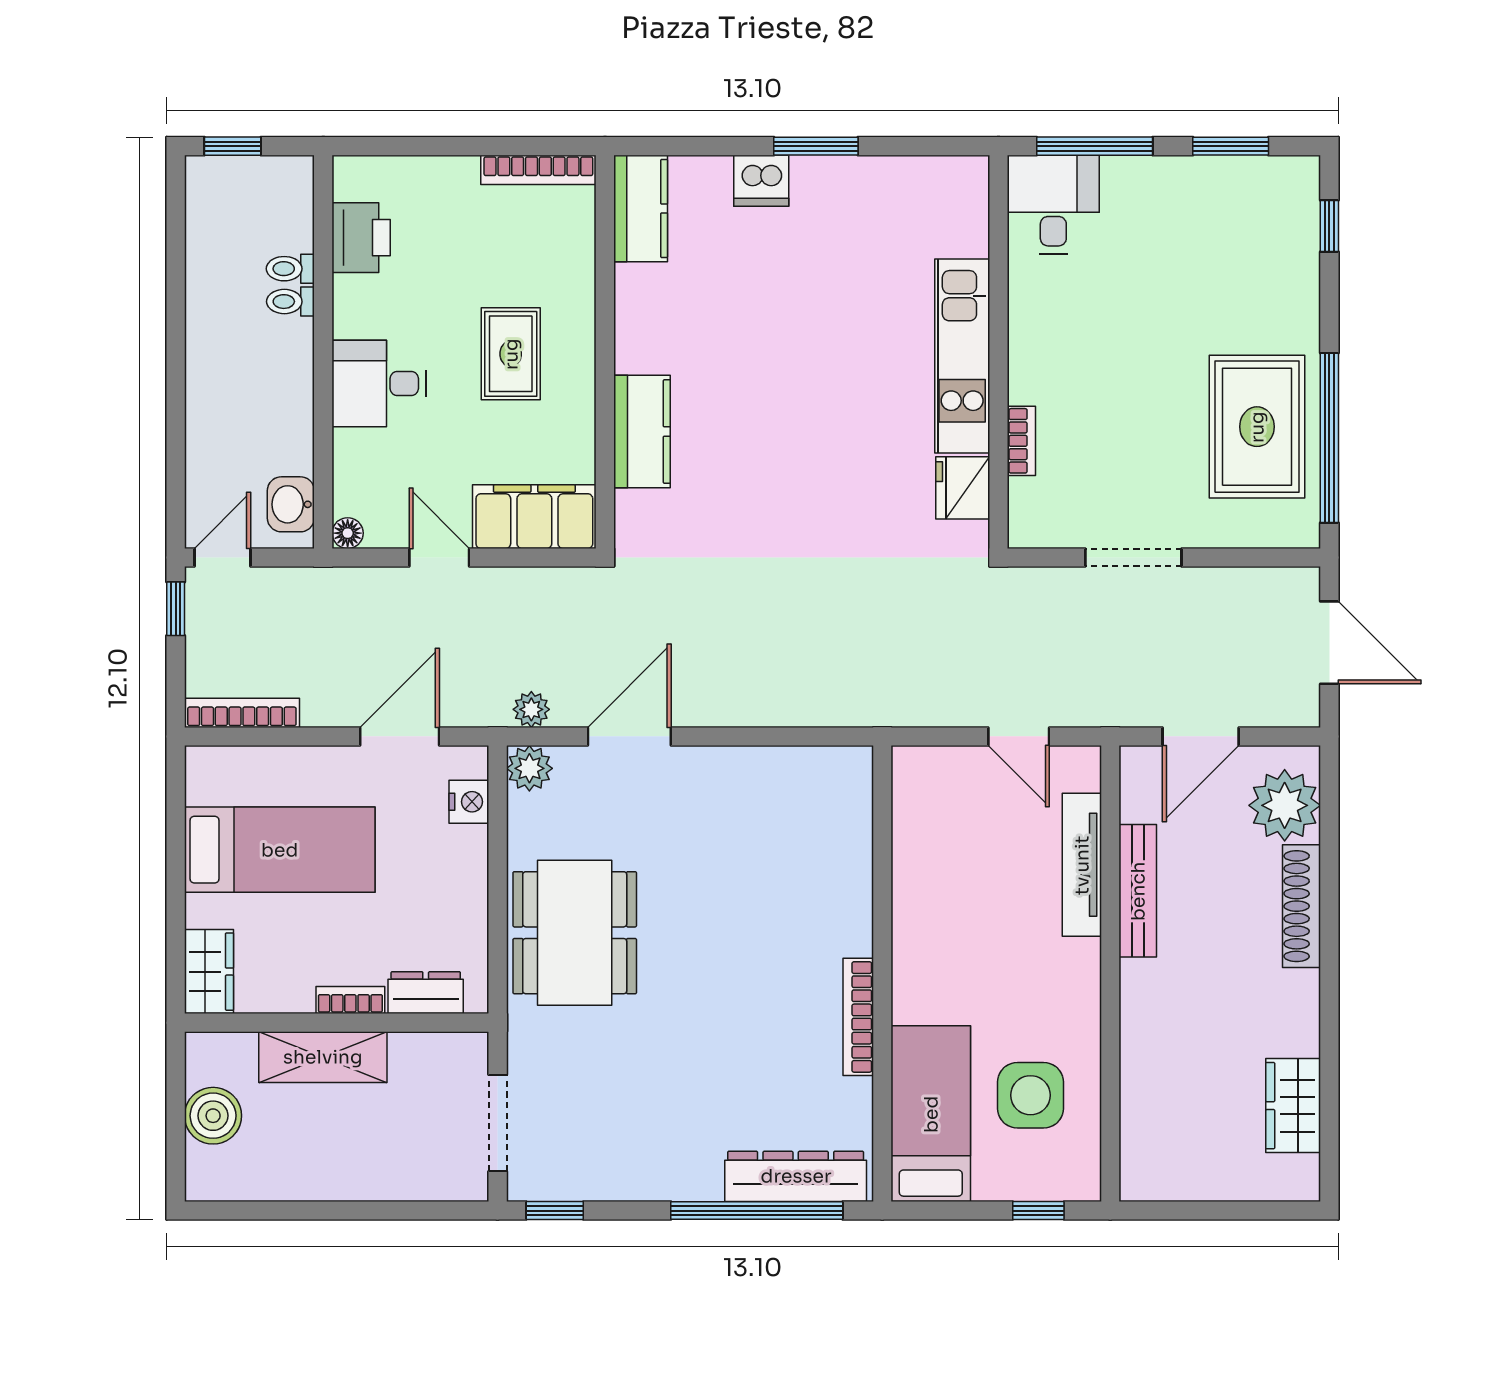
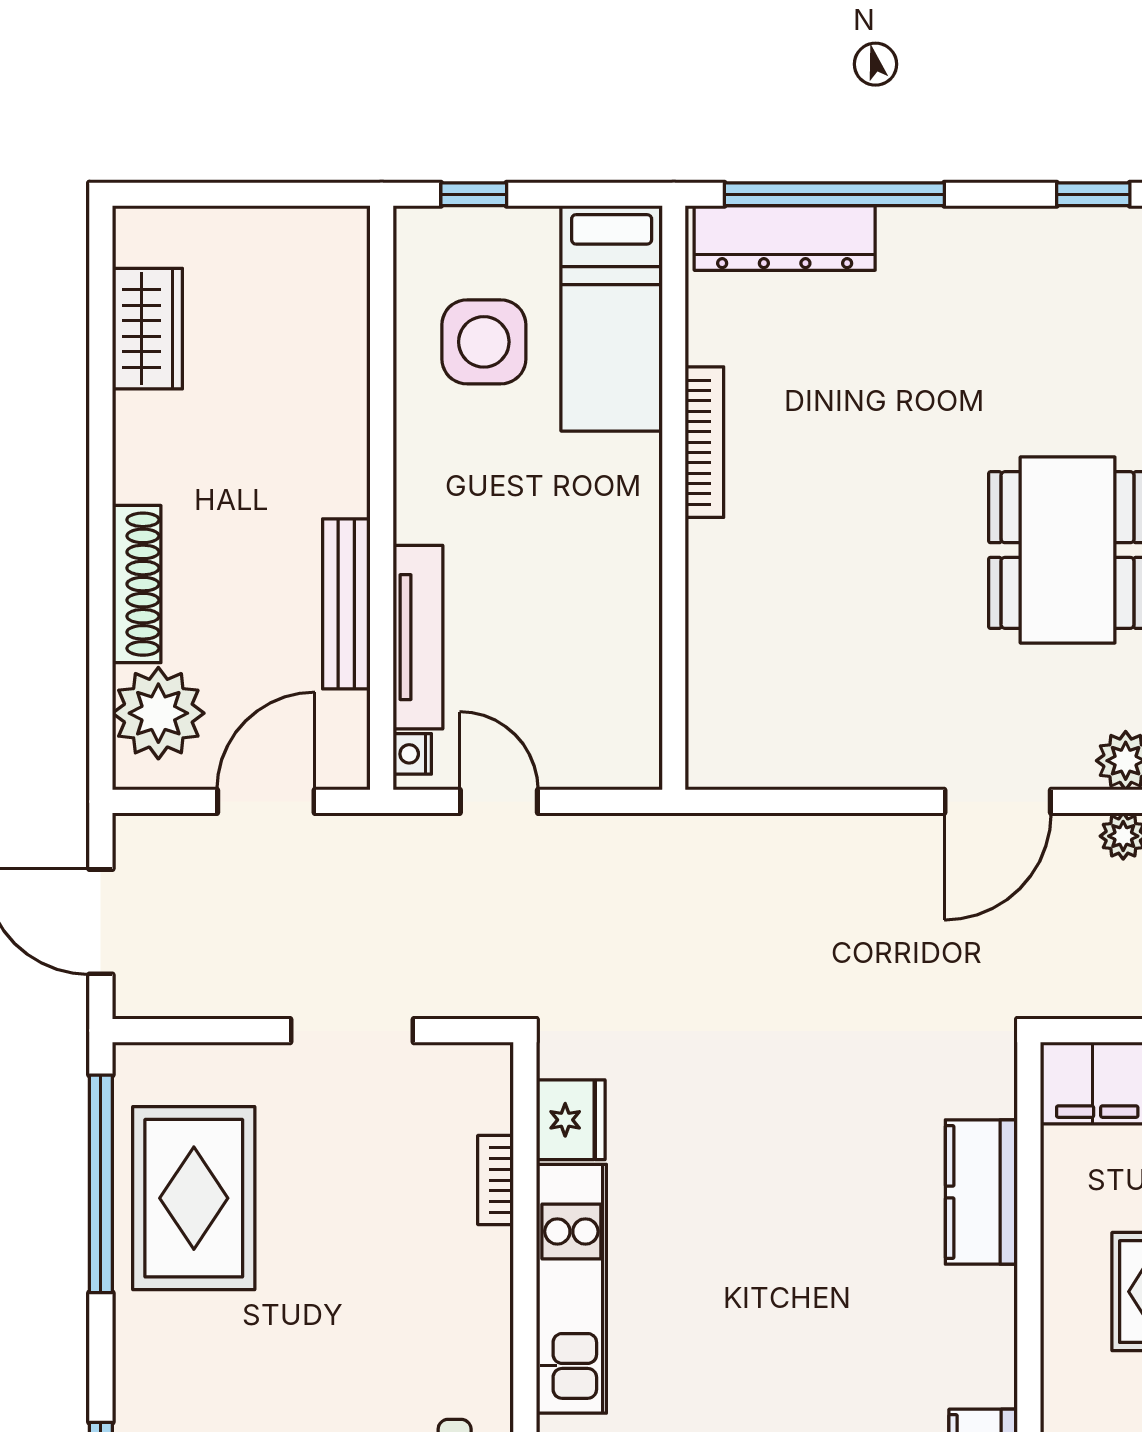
nightstand: (1086, 774) -> (412, 754), added

